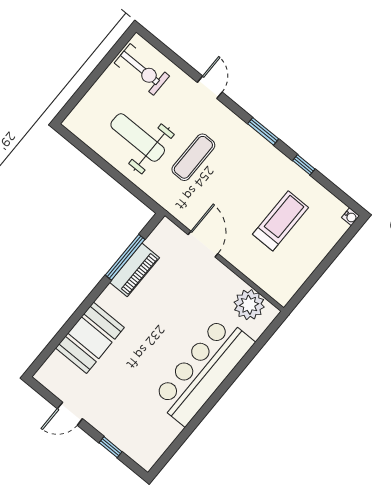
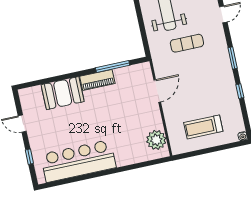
treadmill: (280, 221) -> (203, 127), moved, turned 180
piano: (135, 270) -> (97, 80), moved
bar counter: (203, 371) -> (78, 161), moved

